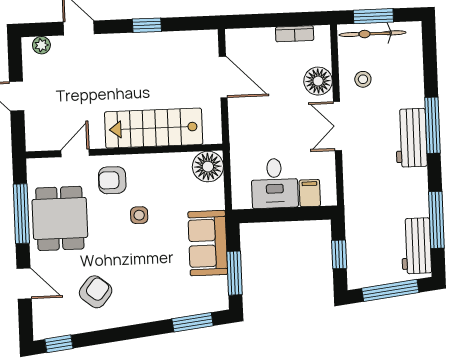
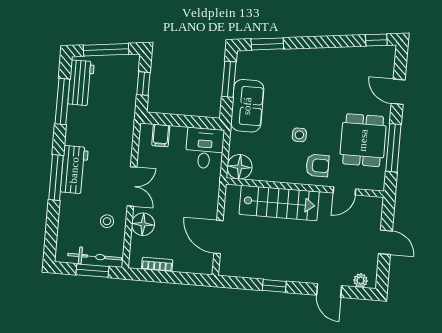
desk: (275, 183) -> (205, 148), moved
armchair: (96, 292) -> (342, 78), removed

